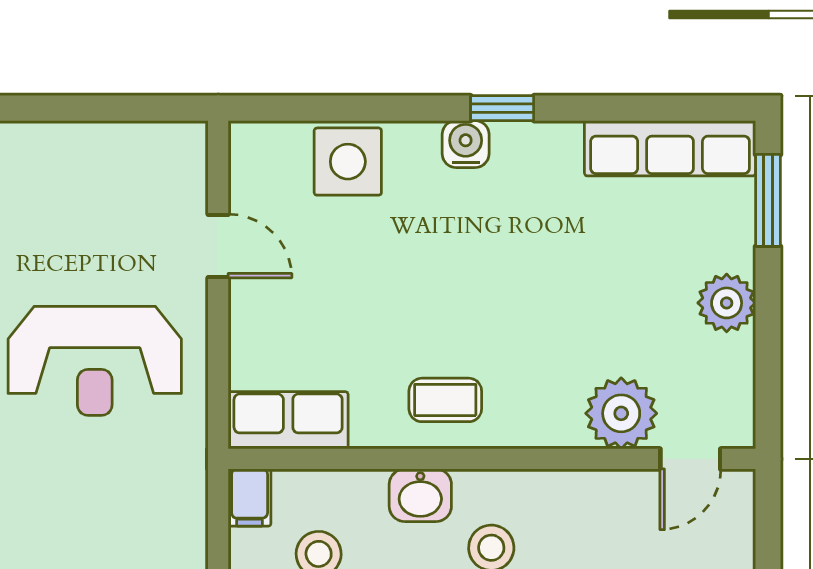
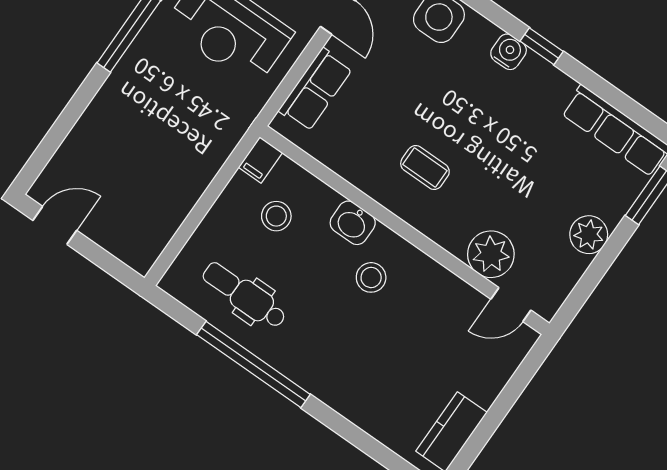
coffee table: (445, 400) -> (425, 167), moved
row of seats: (288, 420) -> (316, 90), moved, turned 90

